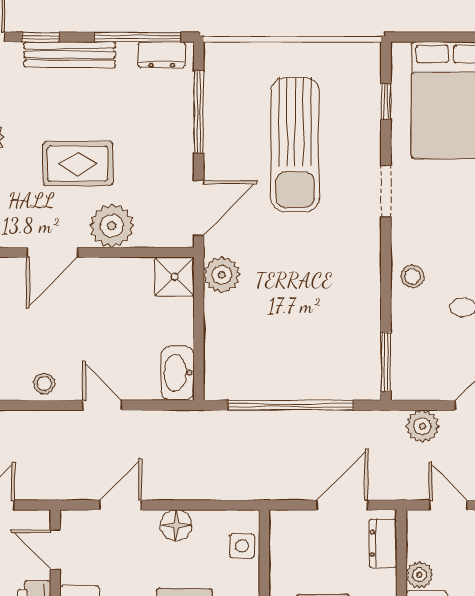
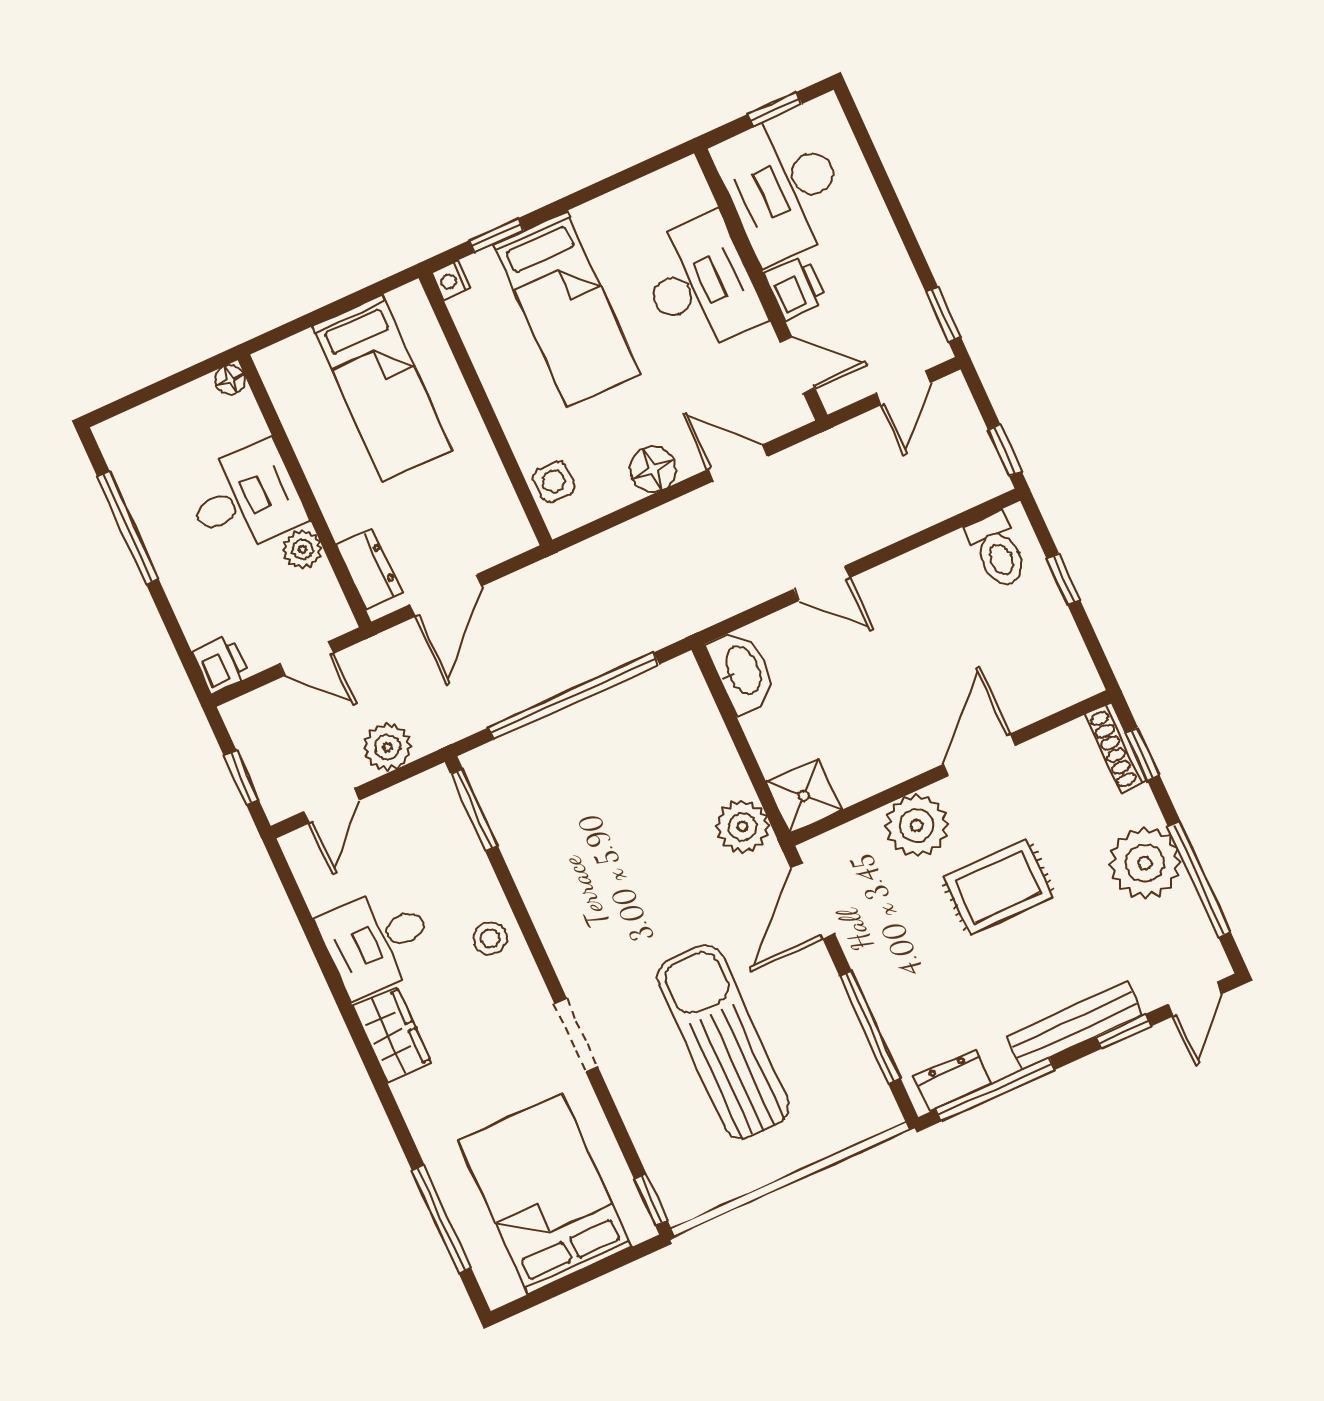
window: (386, 102) -> (651, 1200), moved
stool: (44, 384) -> (911, 577), removed
door: (121, 505) -> (738, 463), swing flipped

